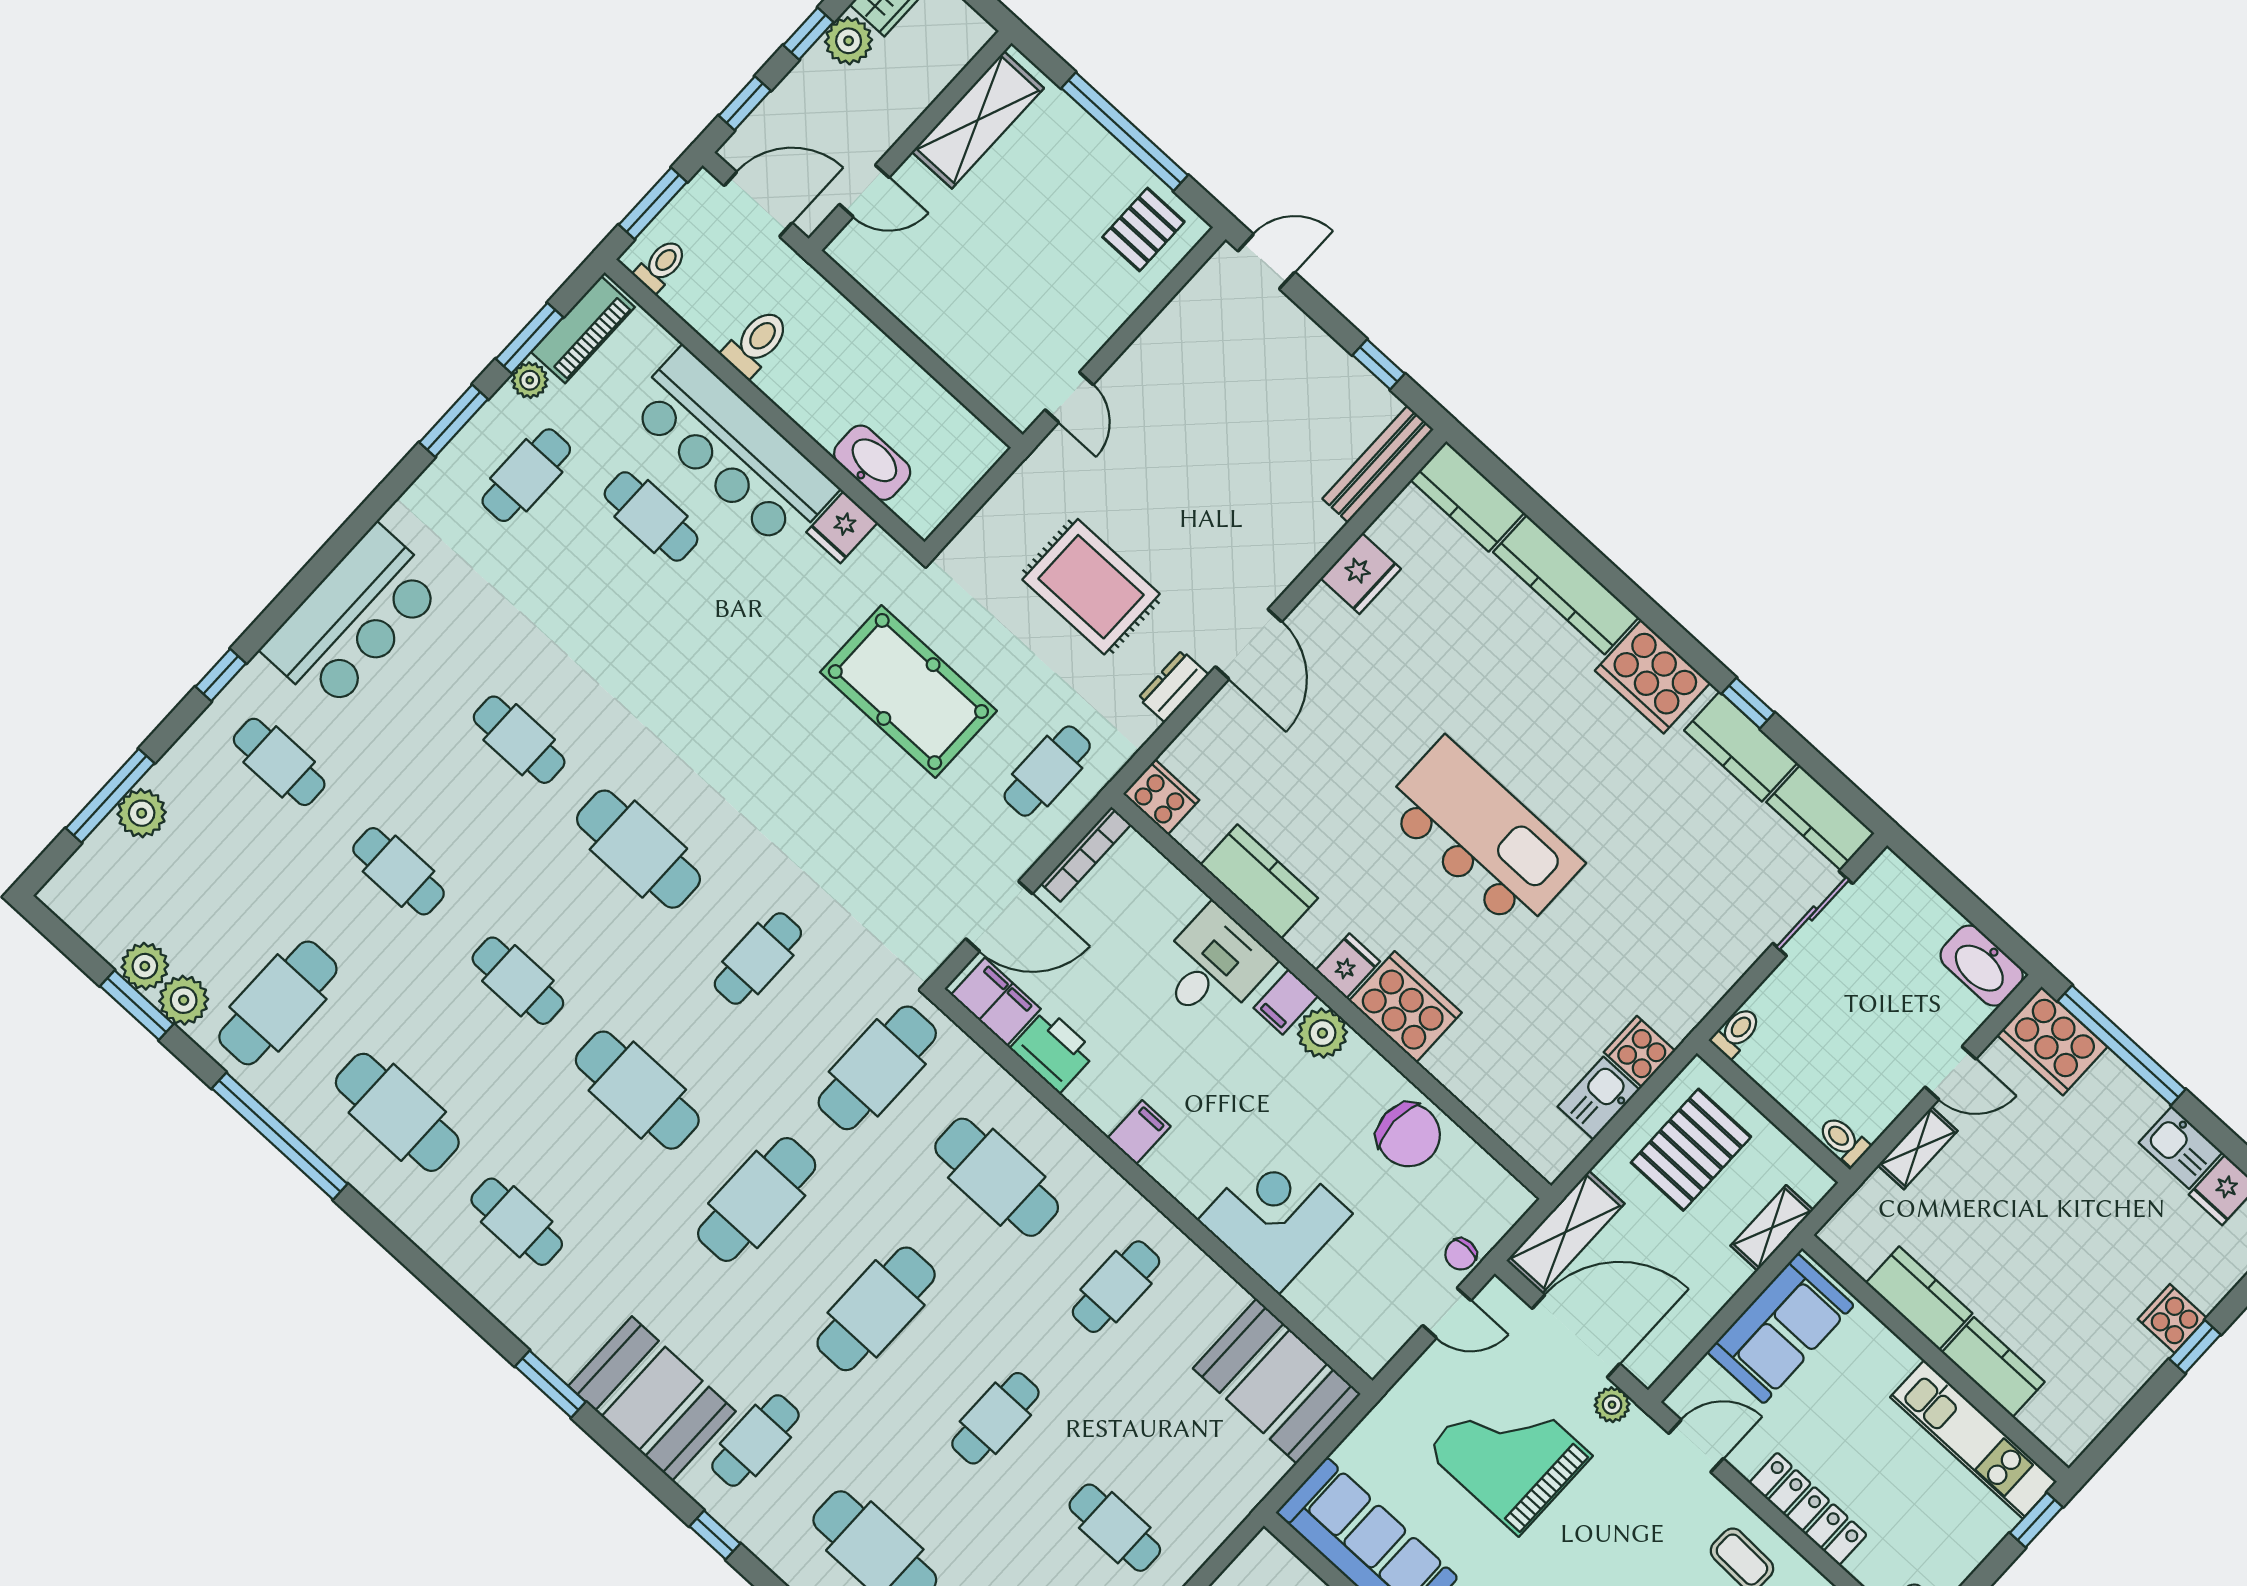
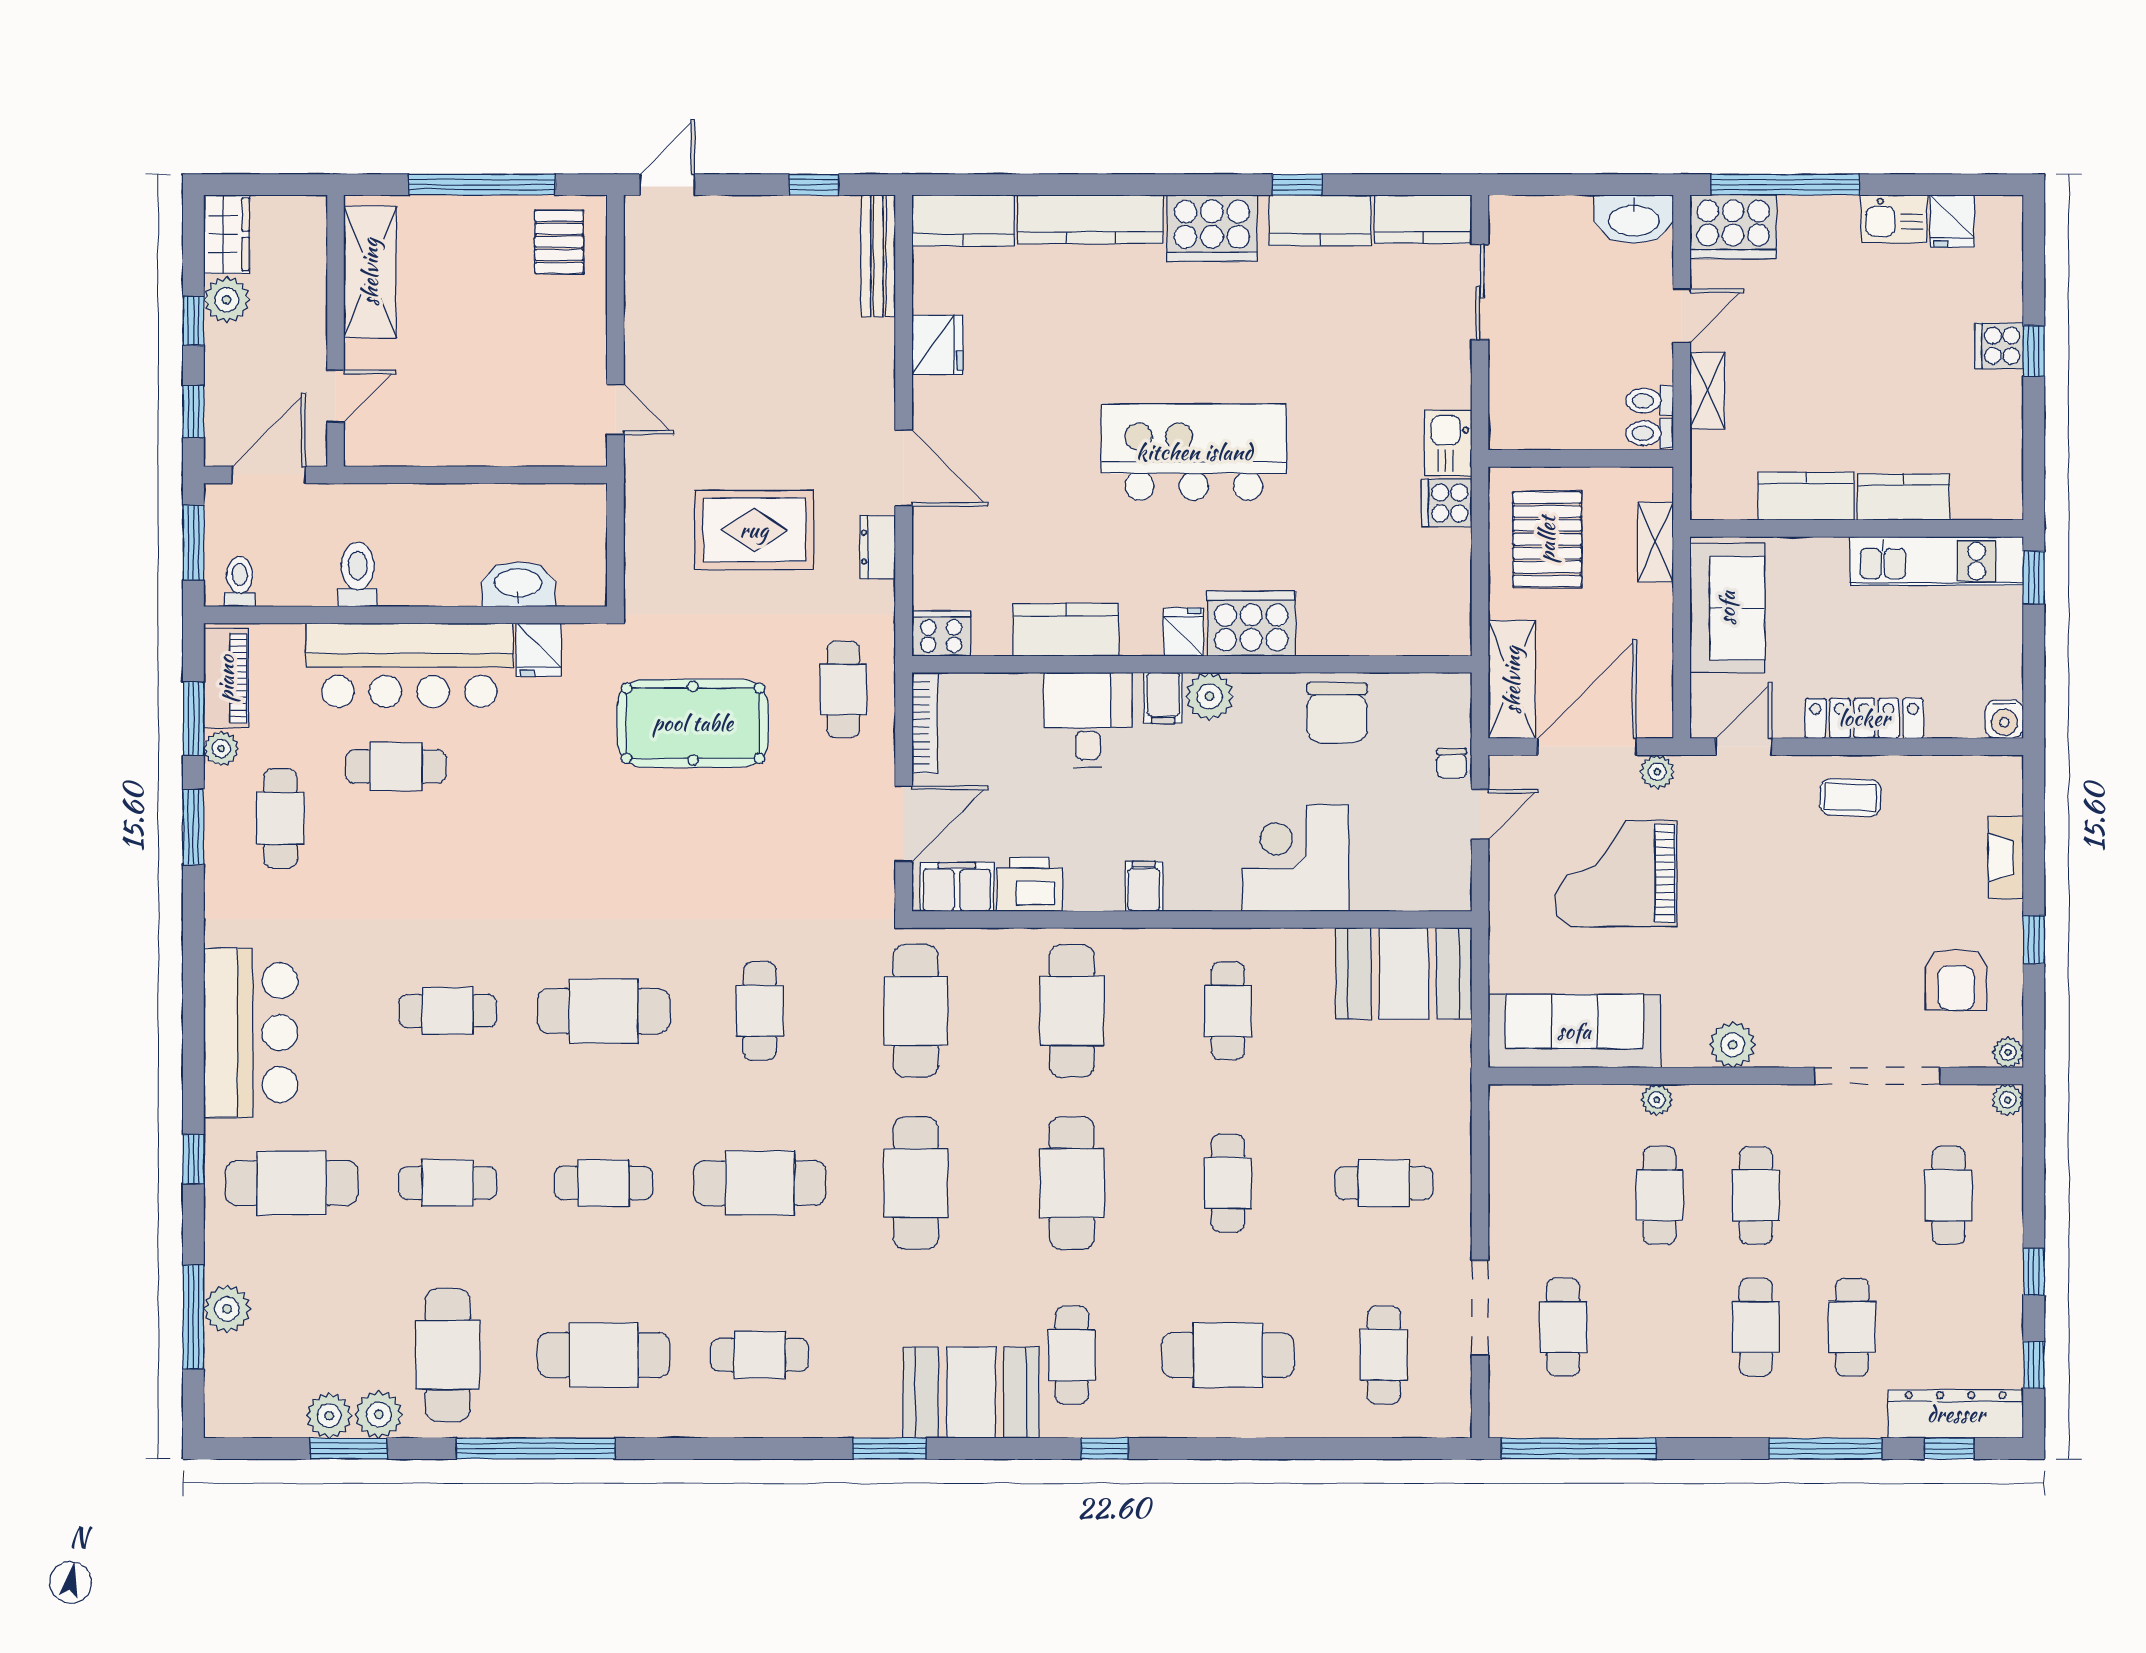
cafe table: (279, 762) -> (292, 1183), width x1.37, depth x1.35
toilet: (1736, 1032) -> (1650, 401), moved, turned -90
kitchen sink: (1599, 1098) -> (1448, 443), moved
chair: (1408, 1135) -> (1337, 713), turned 90
cafe table: (997, 1177) -> (1072, 1011), turned 90

